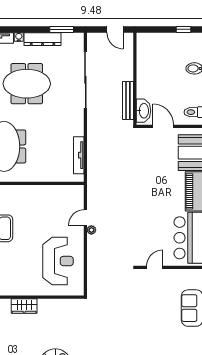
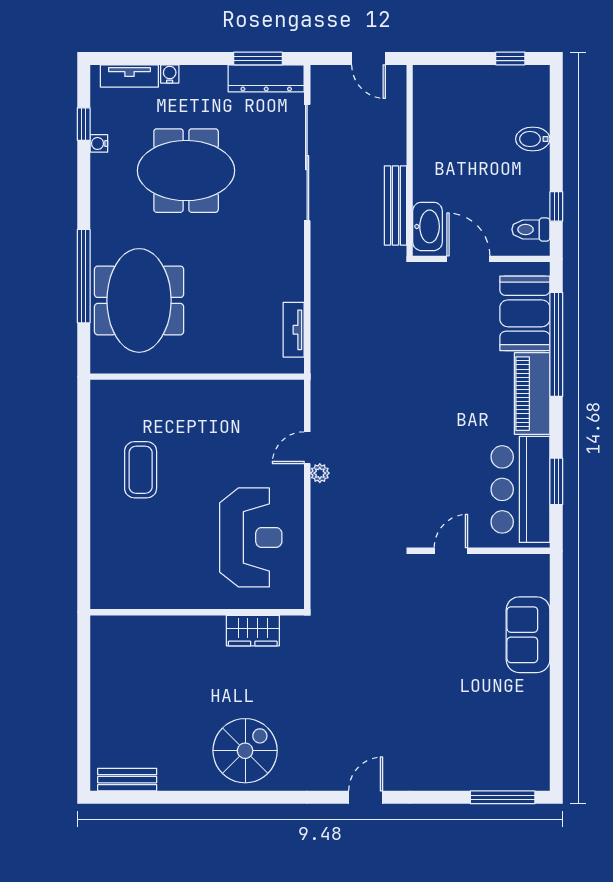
dresser: (43, 39) -> (266, 78), moved
tv unit: (79, 155) -> (294, 330), width x0.71
wardrobe: (24, 306) -> (253, 631), moved

